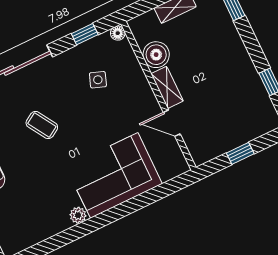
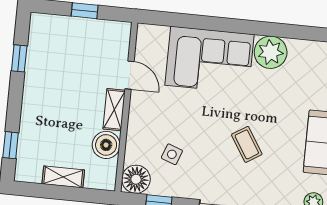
floor lamp: (118, 33) -> (136, 179), width x1.89, depth x1.89
plant: (78, 215) -> (271, 52), width x1.88, depth x1.88

